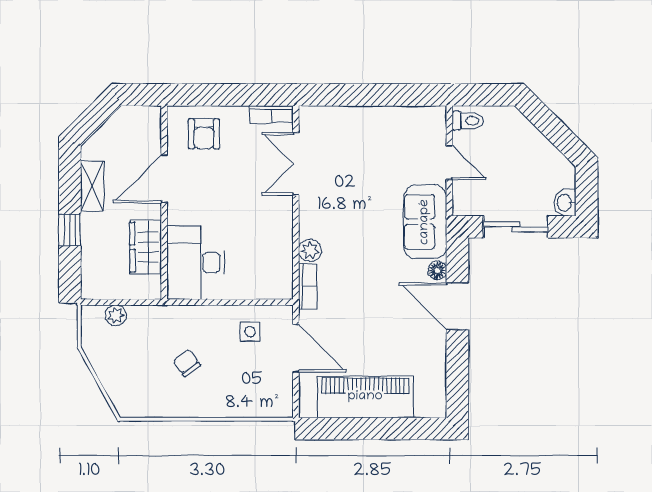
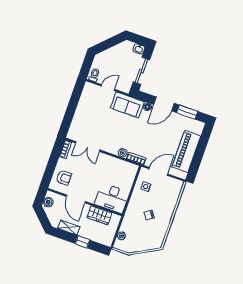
boiler: (134, 118) -> (48, 202), added
window: (457, 367) -> (187, 112), added

